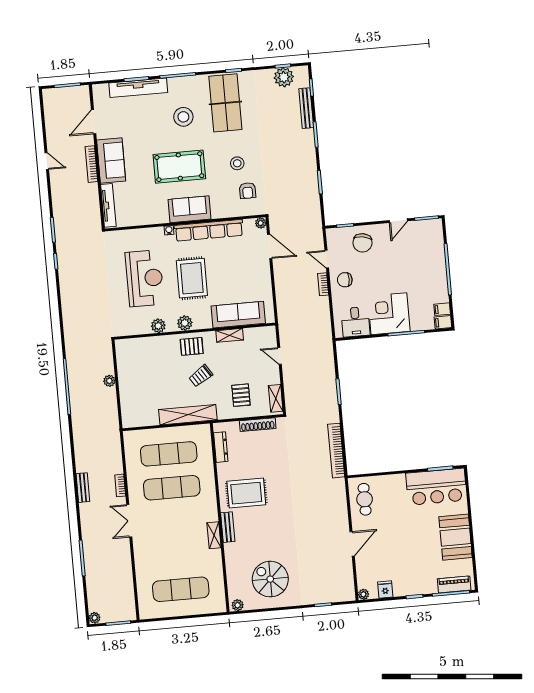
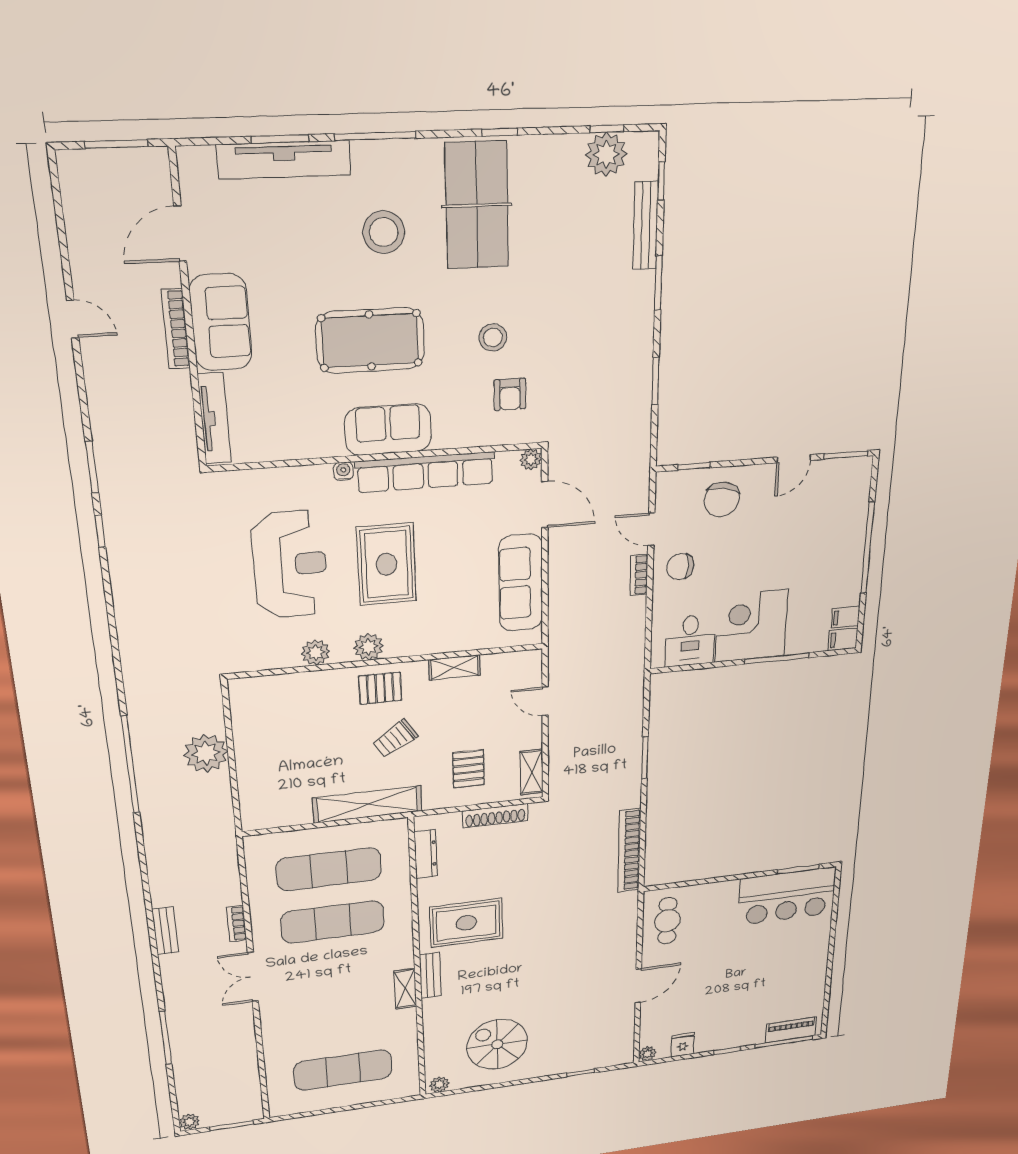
sofa: (238, 315) -> (521, 583), moved, turned -90
plant: (109, 381) -> (206, 753), width x1.88, depth x1.88
booth: (456, 537) -> (805, 966), removed

